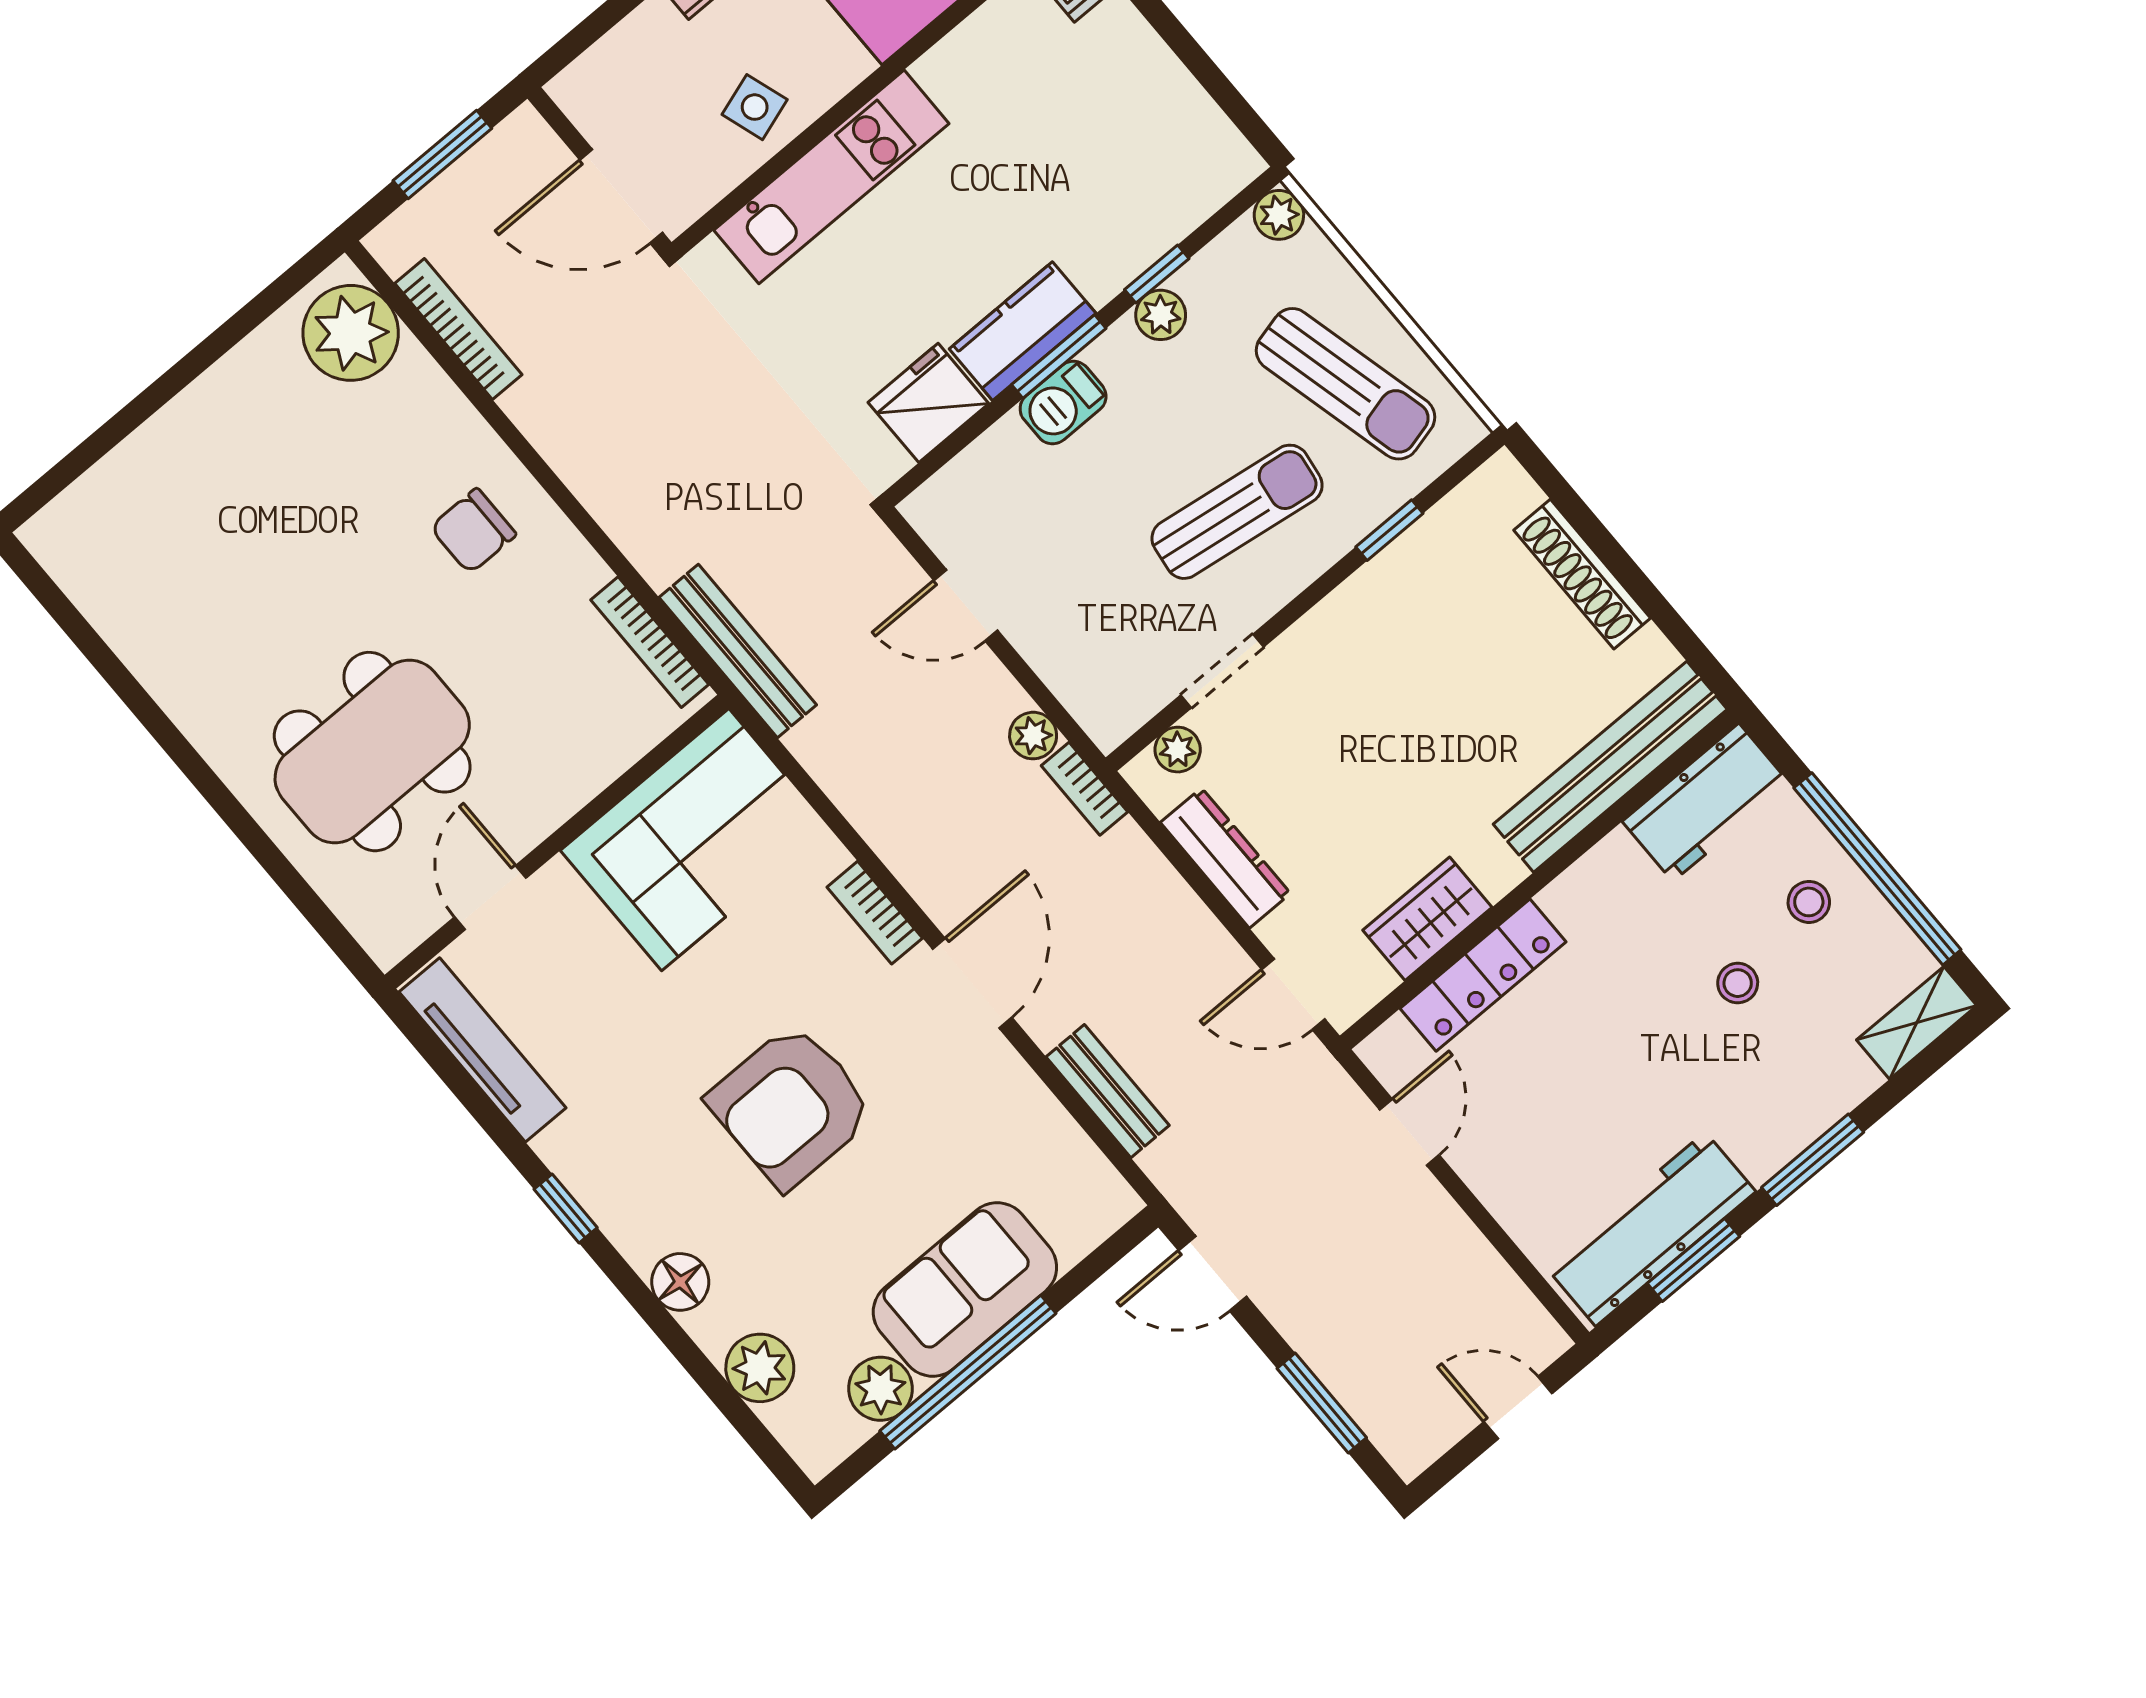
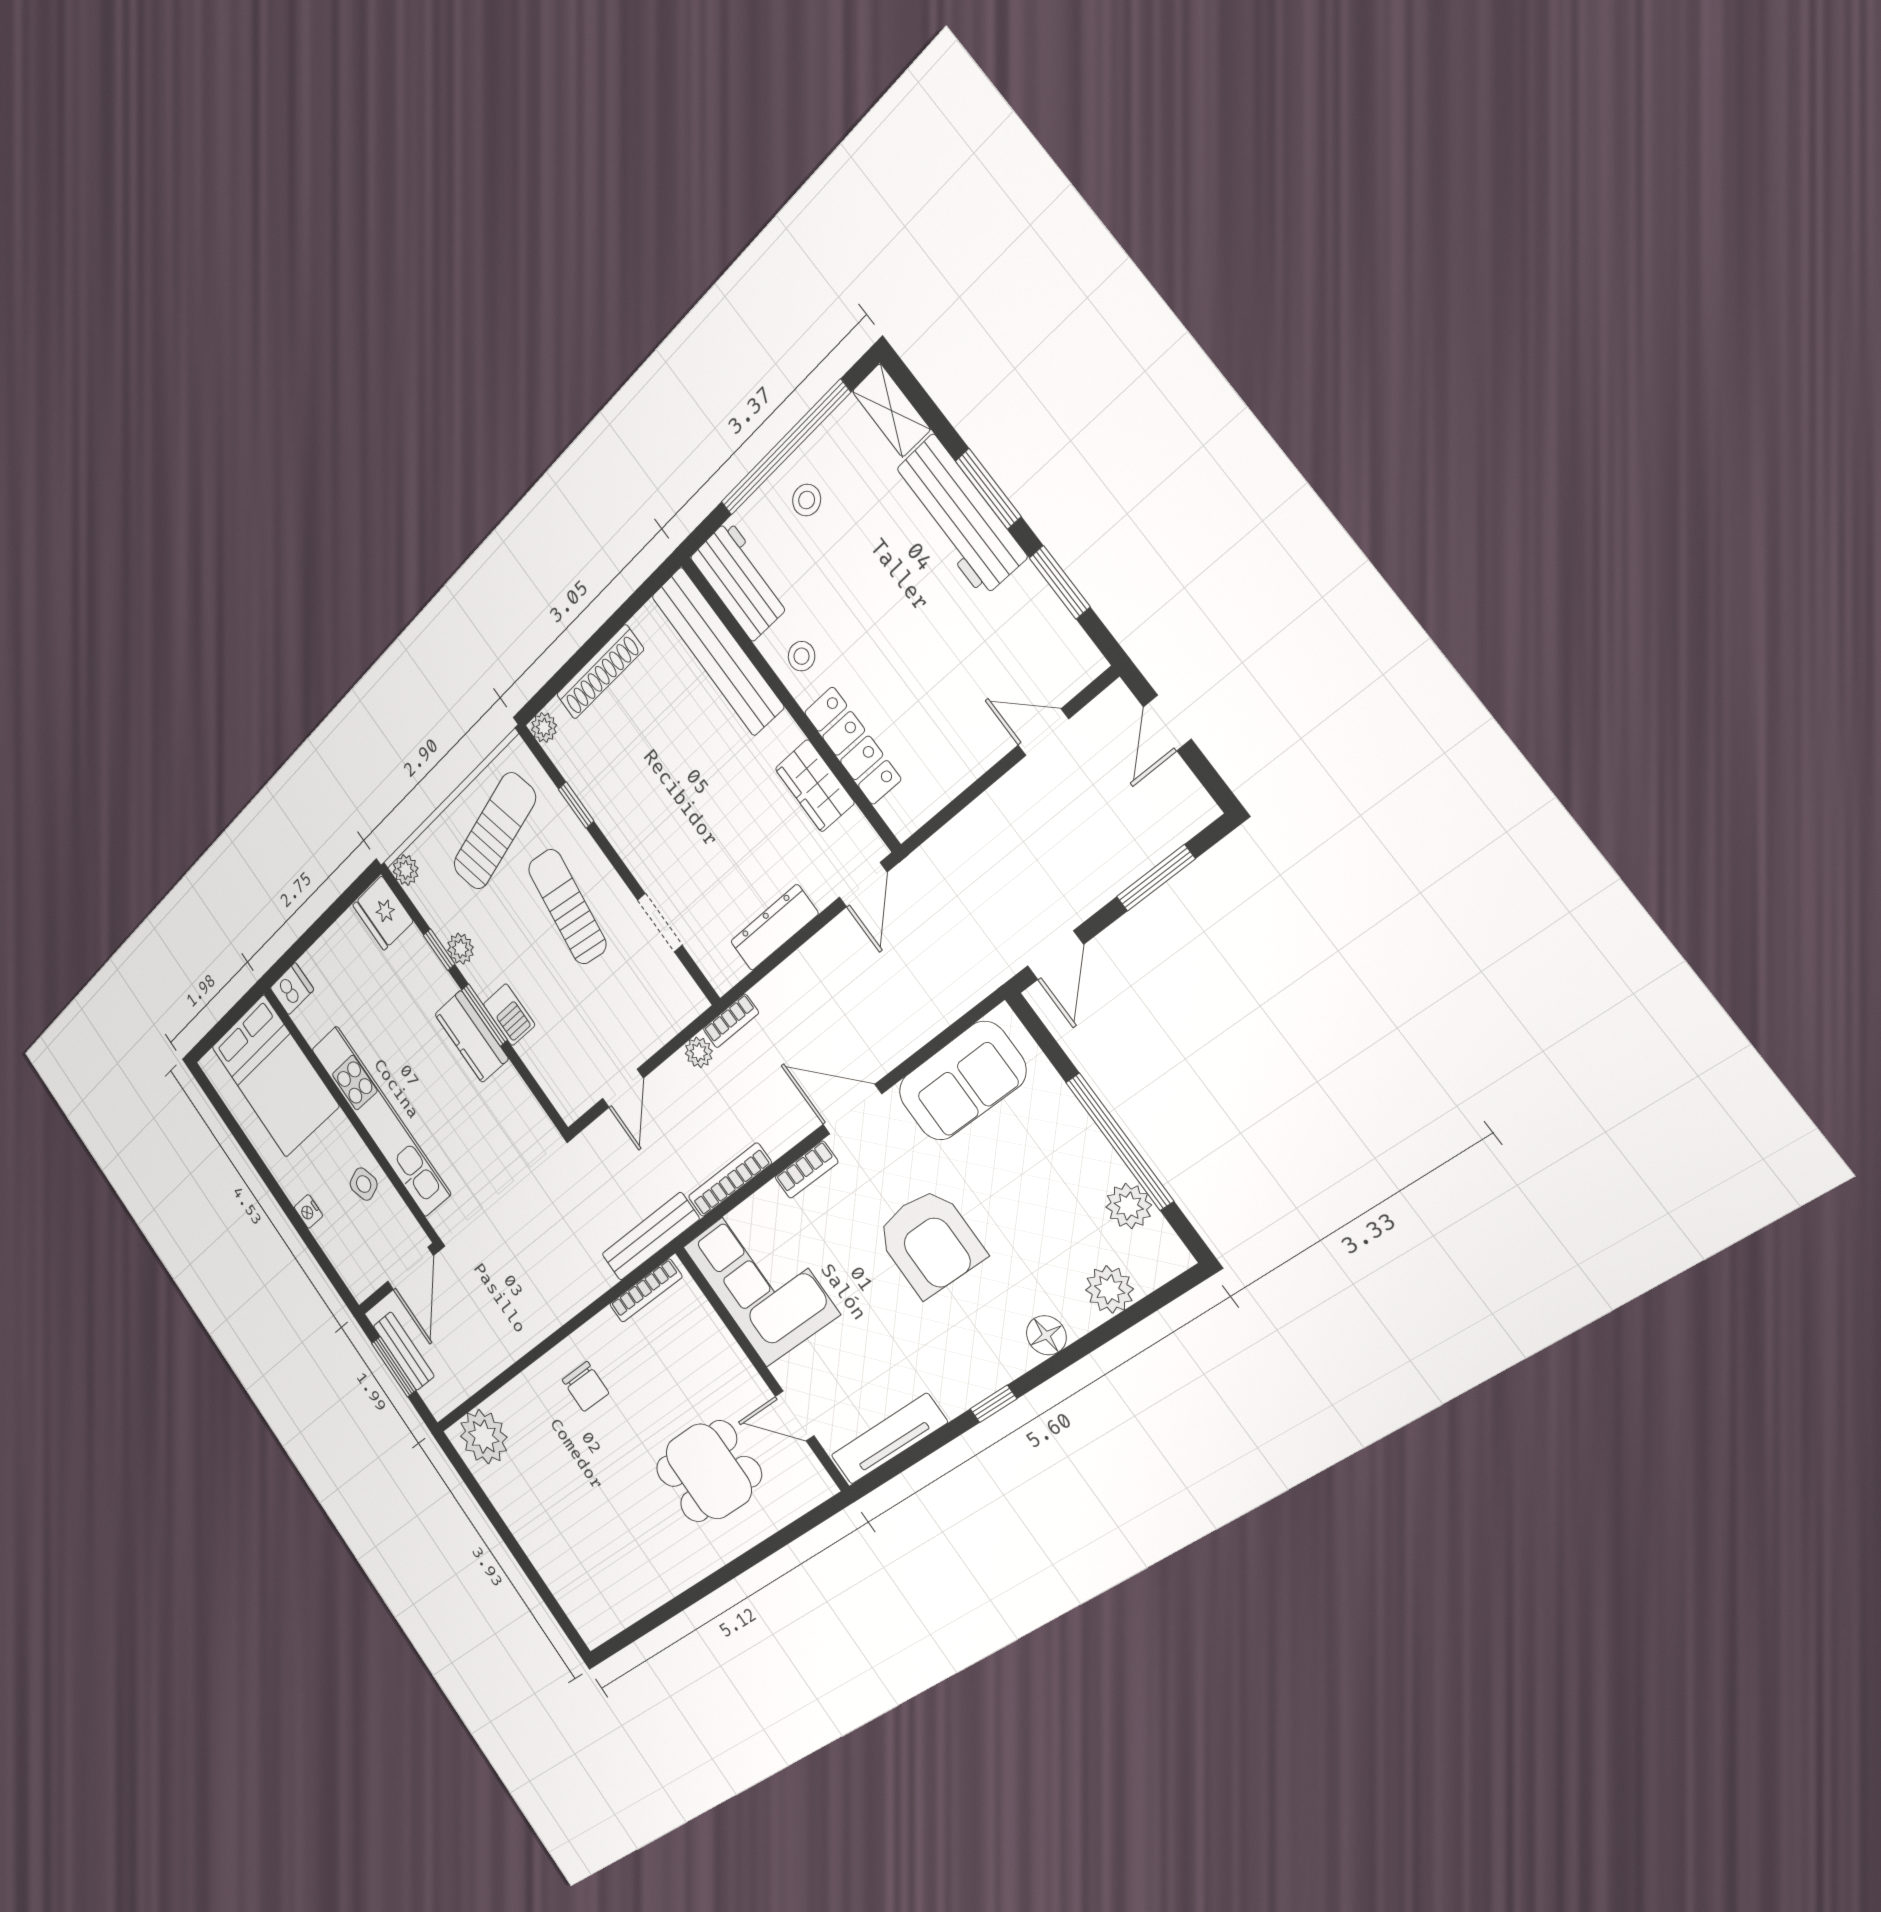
kitchen unit: (831, 177) -> (381, 1121), width x1.36
bookcase: (458, 329) -> (730, 1180), moved
fridge: (928, 403) -> (383, 913), moved
plant: (1178, 750) -> (544, 728), moved
dining table: (372, 752) -> (709, 1471), width x0.73
stool: (1738, 983) -> (802, 656), moved
bench: (1108, 1091) -> (404, 1351), moved, turned 90
door: (1409, 1132) -> (1043, 732), moved
workbench: (1651, 1229) -> (958, 516), moved
sofa: (965, 1290) -> (962, 1081), moved, turned -90

